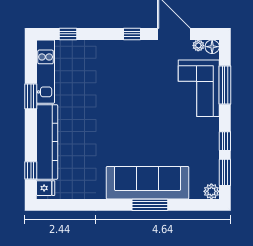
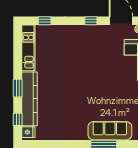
window: (31, 96) -> (18, 88), moved
sofa: (148, 183) -> (110, 131), width x0.74, depth x0.79

